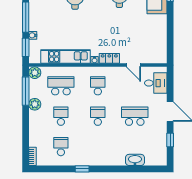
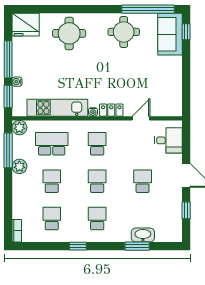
door: (133, 65) -> (141, 118), swing flipped
school desk: (135, 116) -> (143, 181), width x0.54
school desk: (98, 147) -> (97, 219), added
window: (130, 169) -> (137, 246), added

